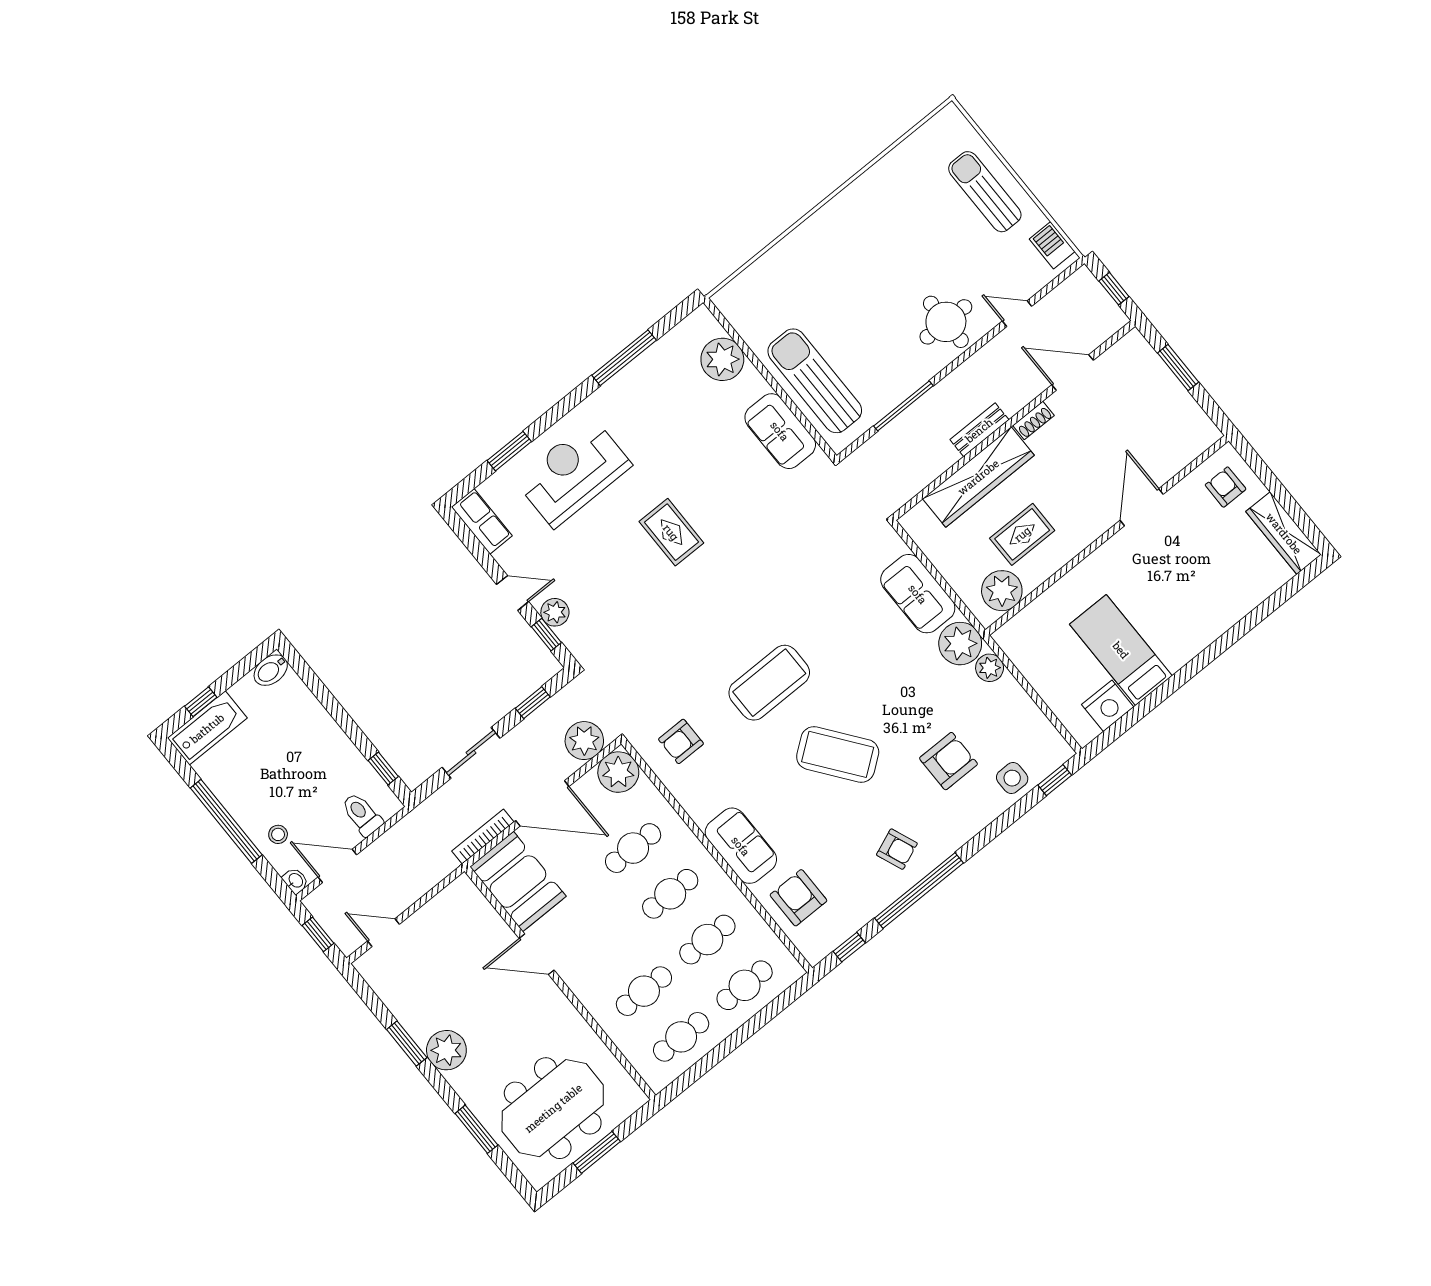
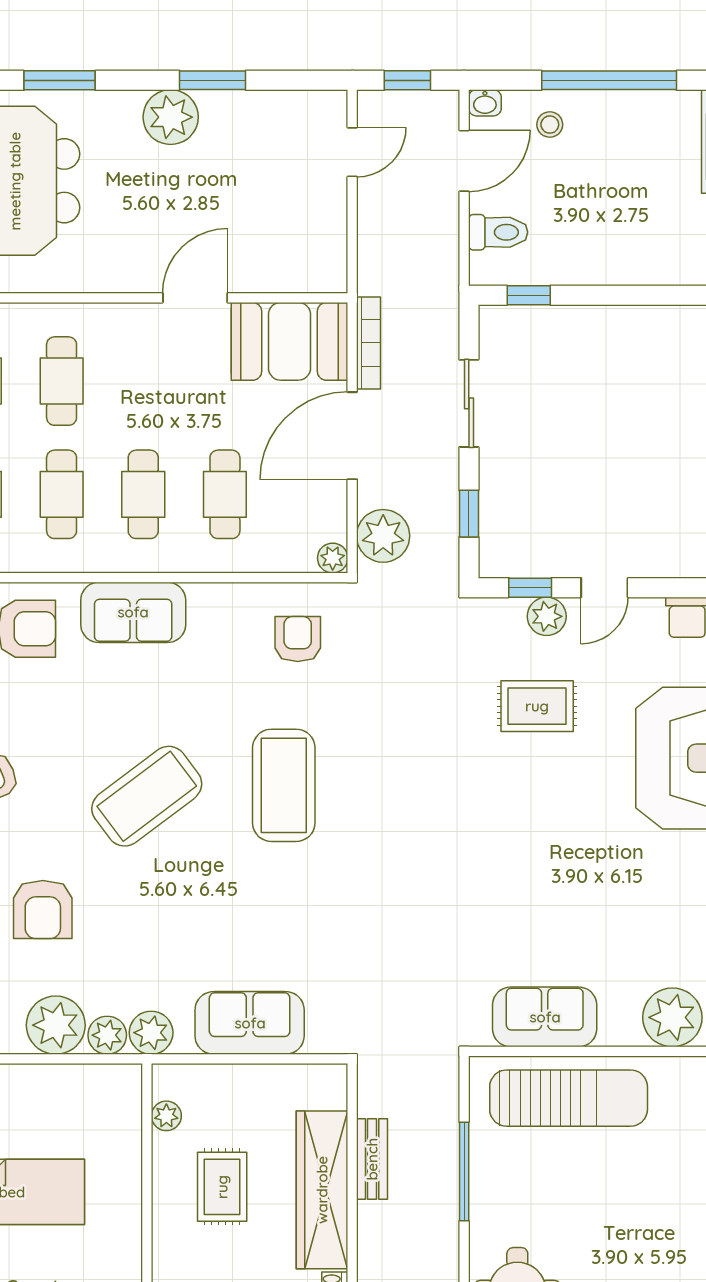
bench: (979, 430) -> (372, 1159), moved
rug: (671, 532) -> (537, 706), moved
plant: (1002, 591) -> (166, 1116), width x0.53, depth x0.53
plant: (960, 644) -> (151, 1033), width x0.73, depth x0.73
plant: (1007, 701) -> (56, 1025), added
plant: (618, 772) -> (333, 558), width x0.53, depth x0.53

